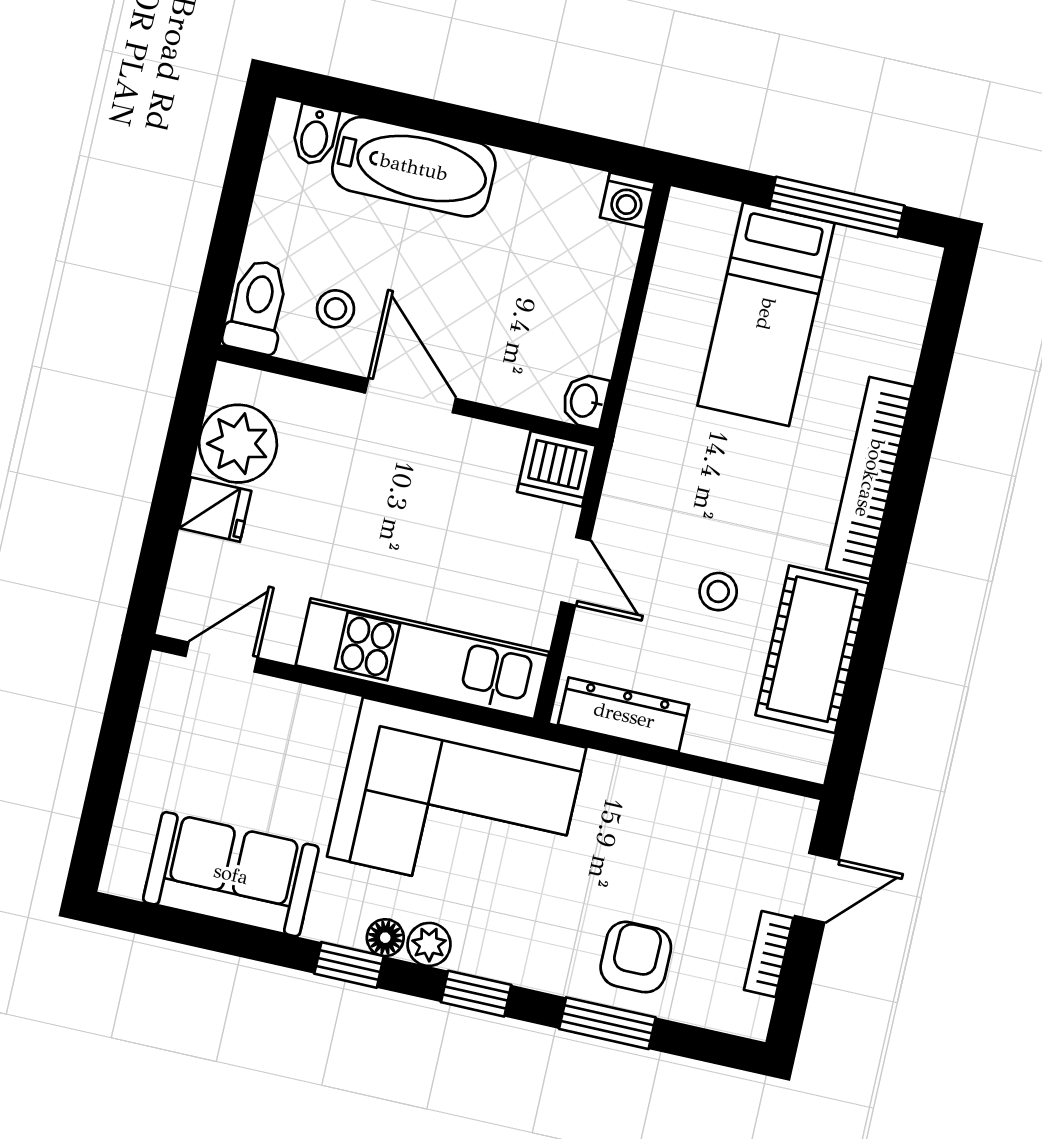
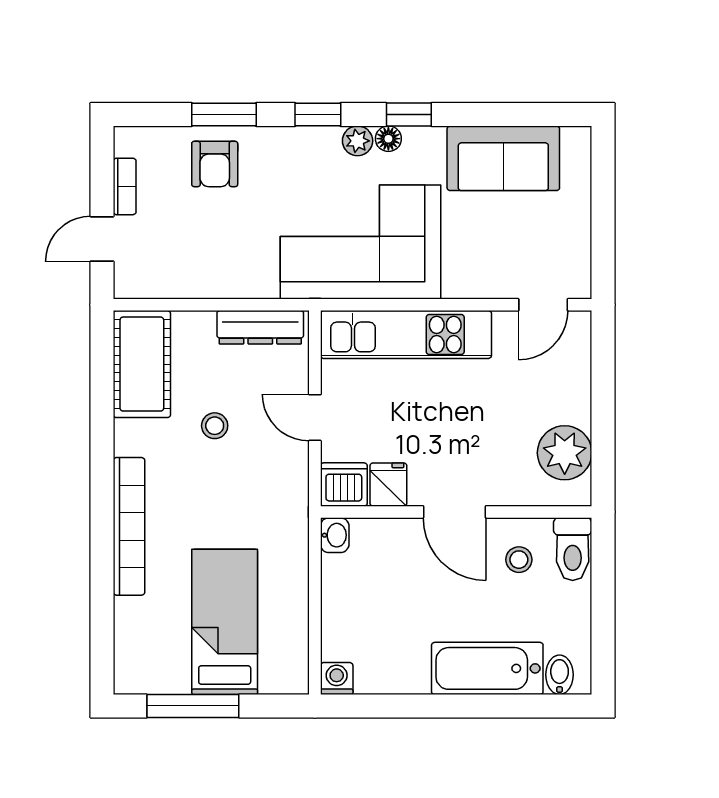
fridge: (215, 510) -> (388, 485), moved, turned 90
cot: (812, 649) -> (142, 364), moved

